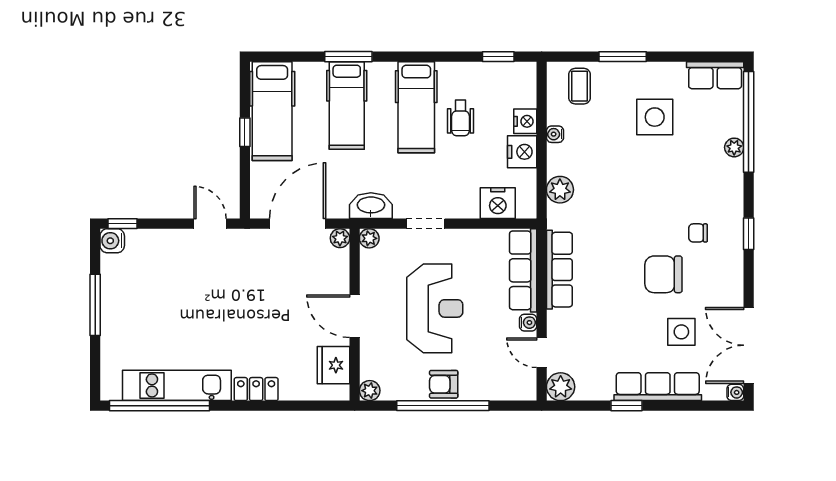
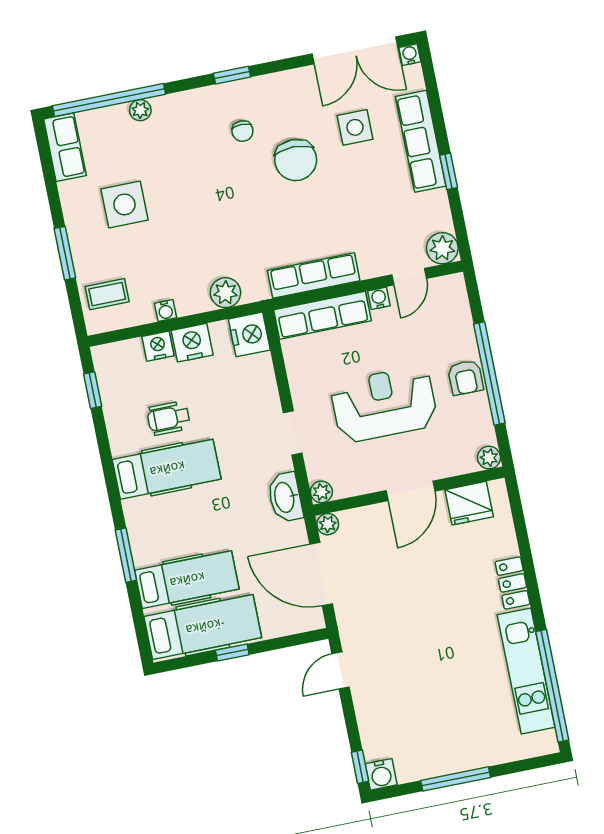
hospital bed: (347, 106) -> (187, 580), moved
wheelchair: (461, 118) -> (169, 418), turned 180
nightstand: (498, 203) -> (249, 334), moved

